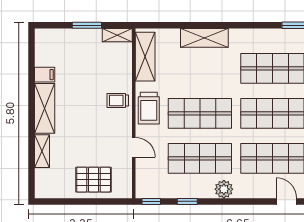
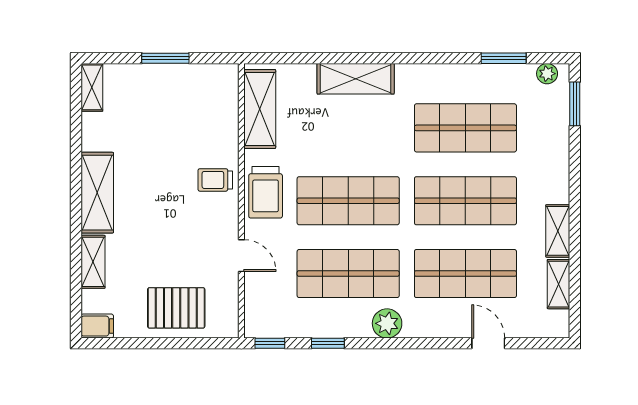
shelving: (117, 35) -> (92, 87), moved, turned 90
filing cabinet: (45, 75) -> (97, 326), moved

